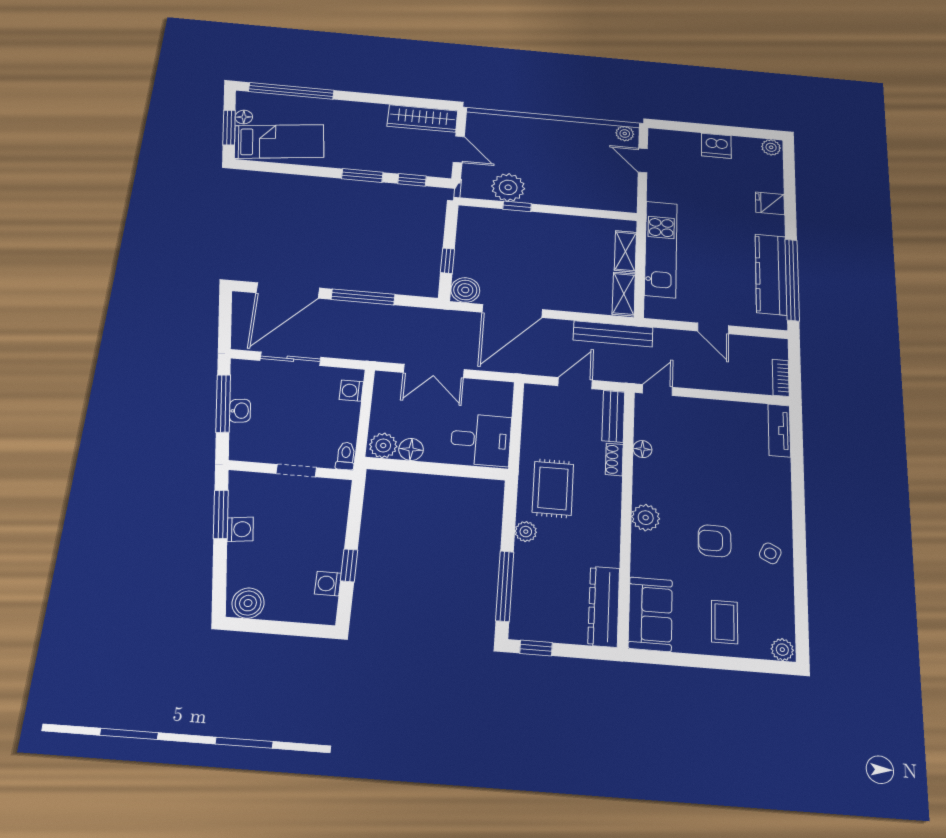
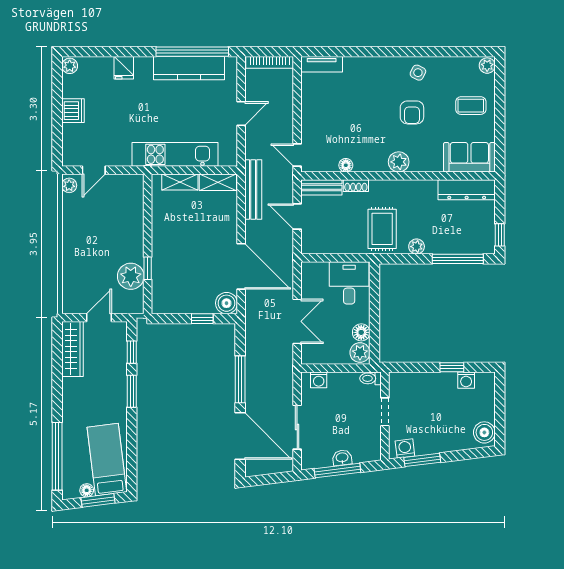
bookcase: (781, 378) -> (270, 62), width x1.56
rug: (553, 488) -> (382, 229), turned 90
washing machine: (240, 529) -> (405, 448), moved

